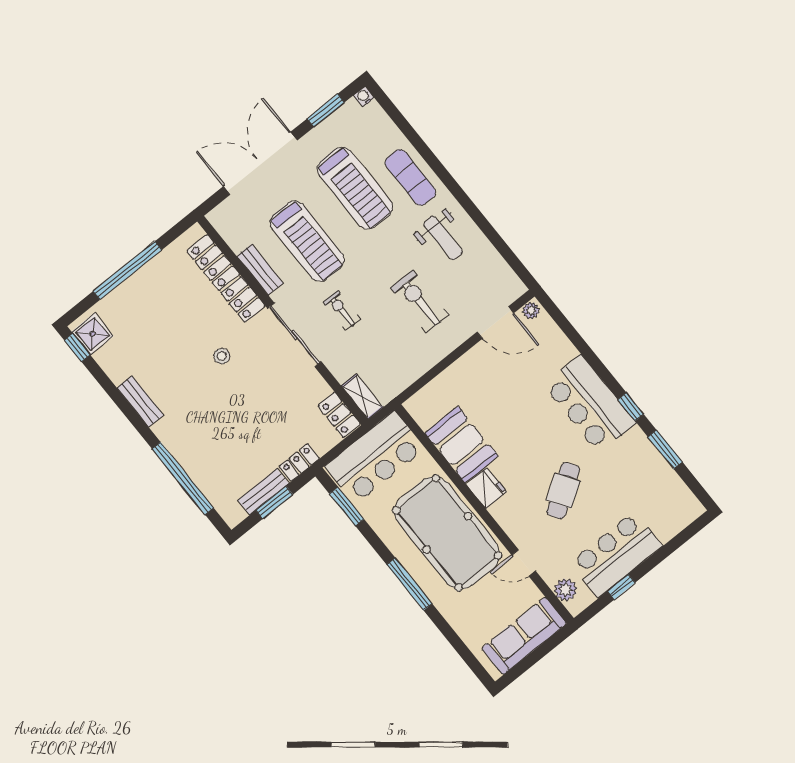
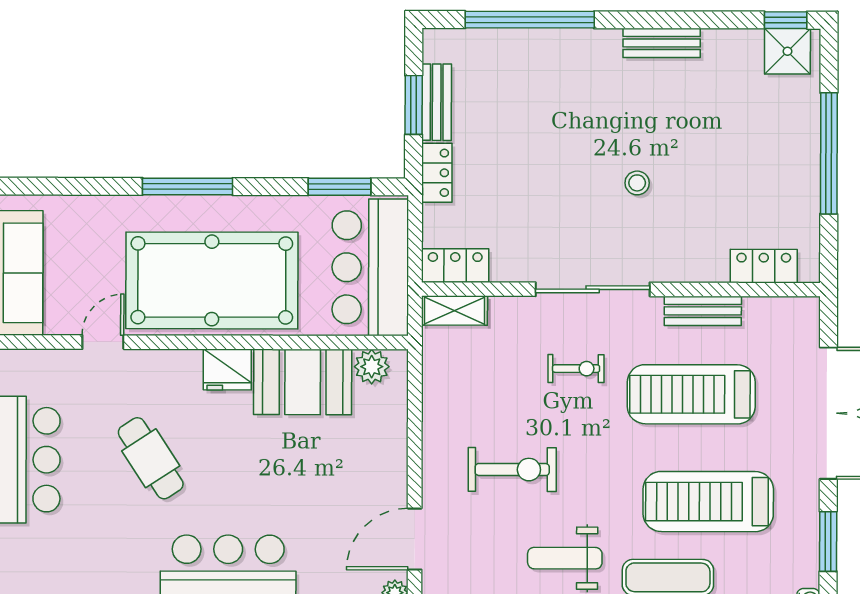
locker: (226, 278) -> (764, 266), width x0.46, depth x0.83
plant: (566, 590) -> (372, 367), moved

